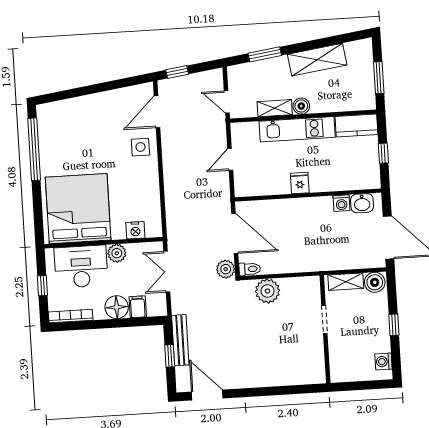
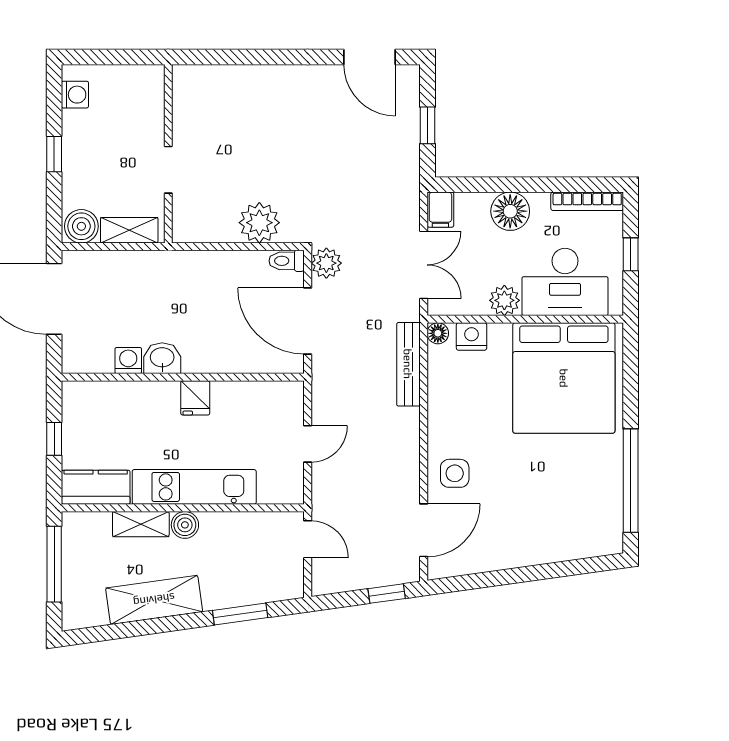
window: (379, 78) -> (54, 564), width x1.44
shelving: (275, 108) -> (141, 524), moved
washbasin: (362, 203) -> (162, 358), moved
floor lamp: (156, 231) -> (438, 333), added
filing cabinet: (138, 307) -> (440, 210), moved
bench: (180, 340) -> (408, 364), moved

